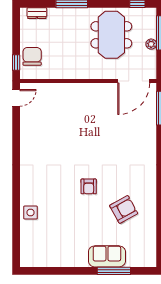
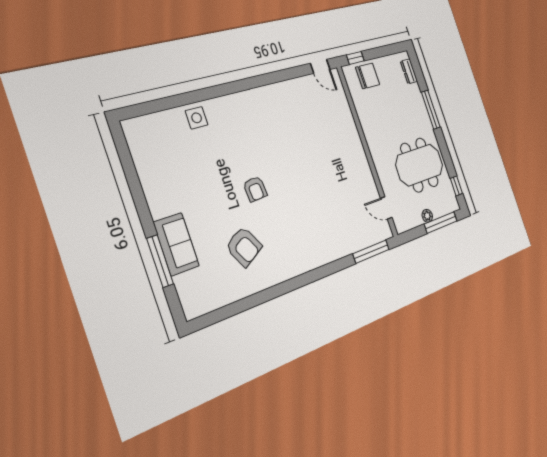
door: (134, 81) -> (386, 208), width x0.53
armchair: (89, 186) -> (255, 189), turned -94

